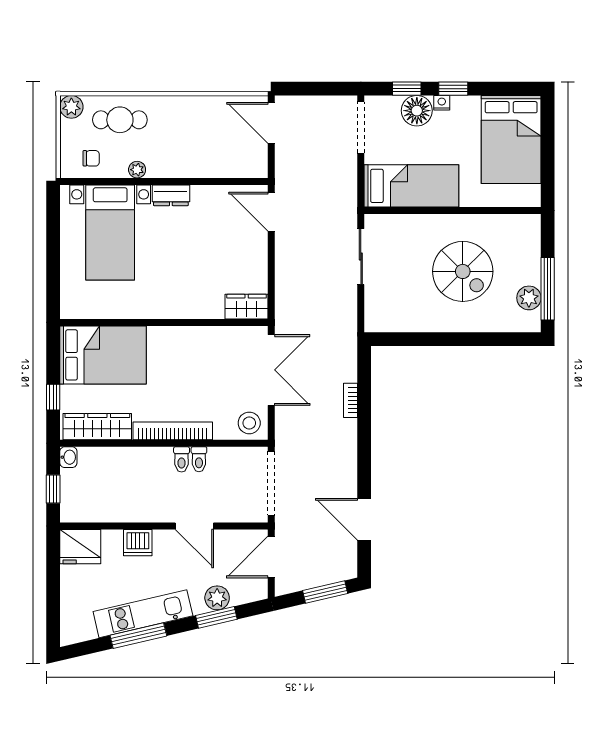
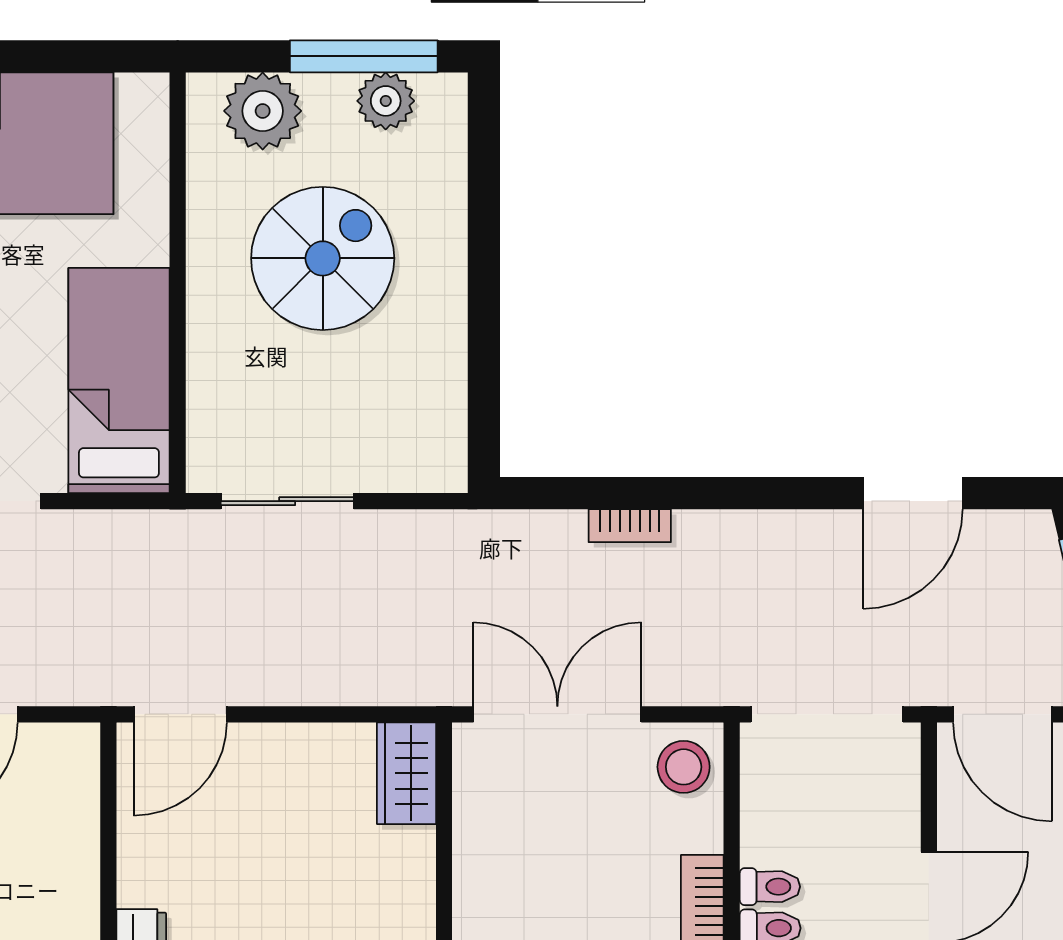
plant: (525, 246) -> (263, 111), added

